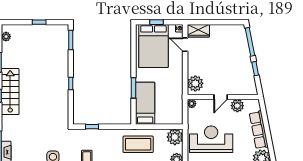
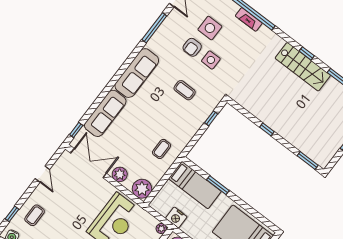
nightstand: (177, 99) -> (176, 218), added
coffee table: (138, 144) -> (162, 149), width x0.54, depth x0.58

